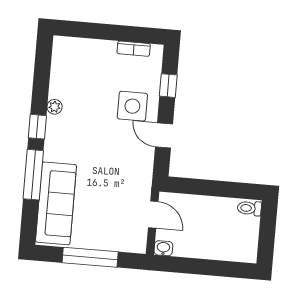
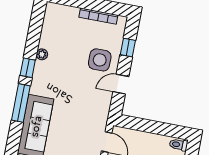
bookcase: (134, 49) -> (98, 16), width x1.56
door: (164, 135) -> (121, 84), hinge flipped

